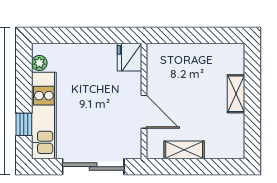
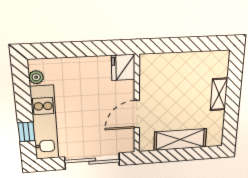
door: (144, 112) -> (137, 114), swing flipped
shelving: (184, 150) -> (180, 140), width x1.50, depth x1.33

